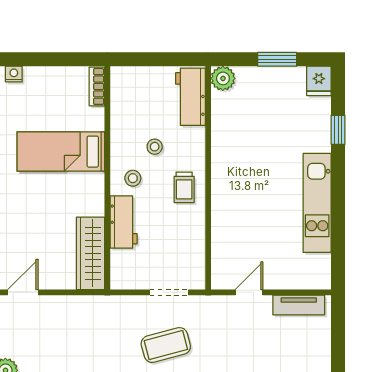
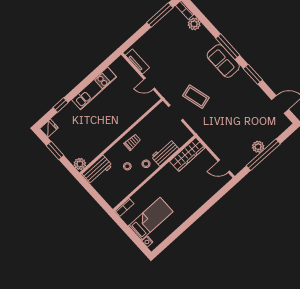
bed: (61, 152) -> (151, 219), moved, turned -90

